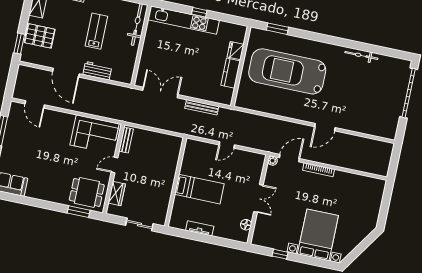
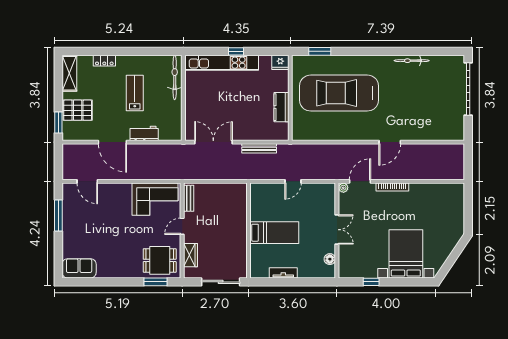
fridge: (236, 51) -> (280, 62), moved, turned -90
sliding door: (139, 224) -> (221, 282), width x1.37

